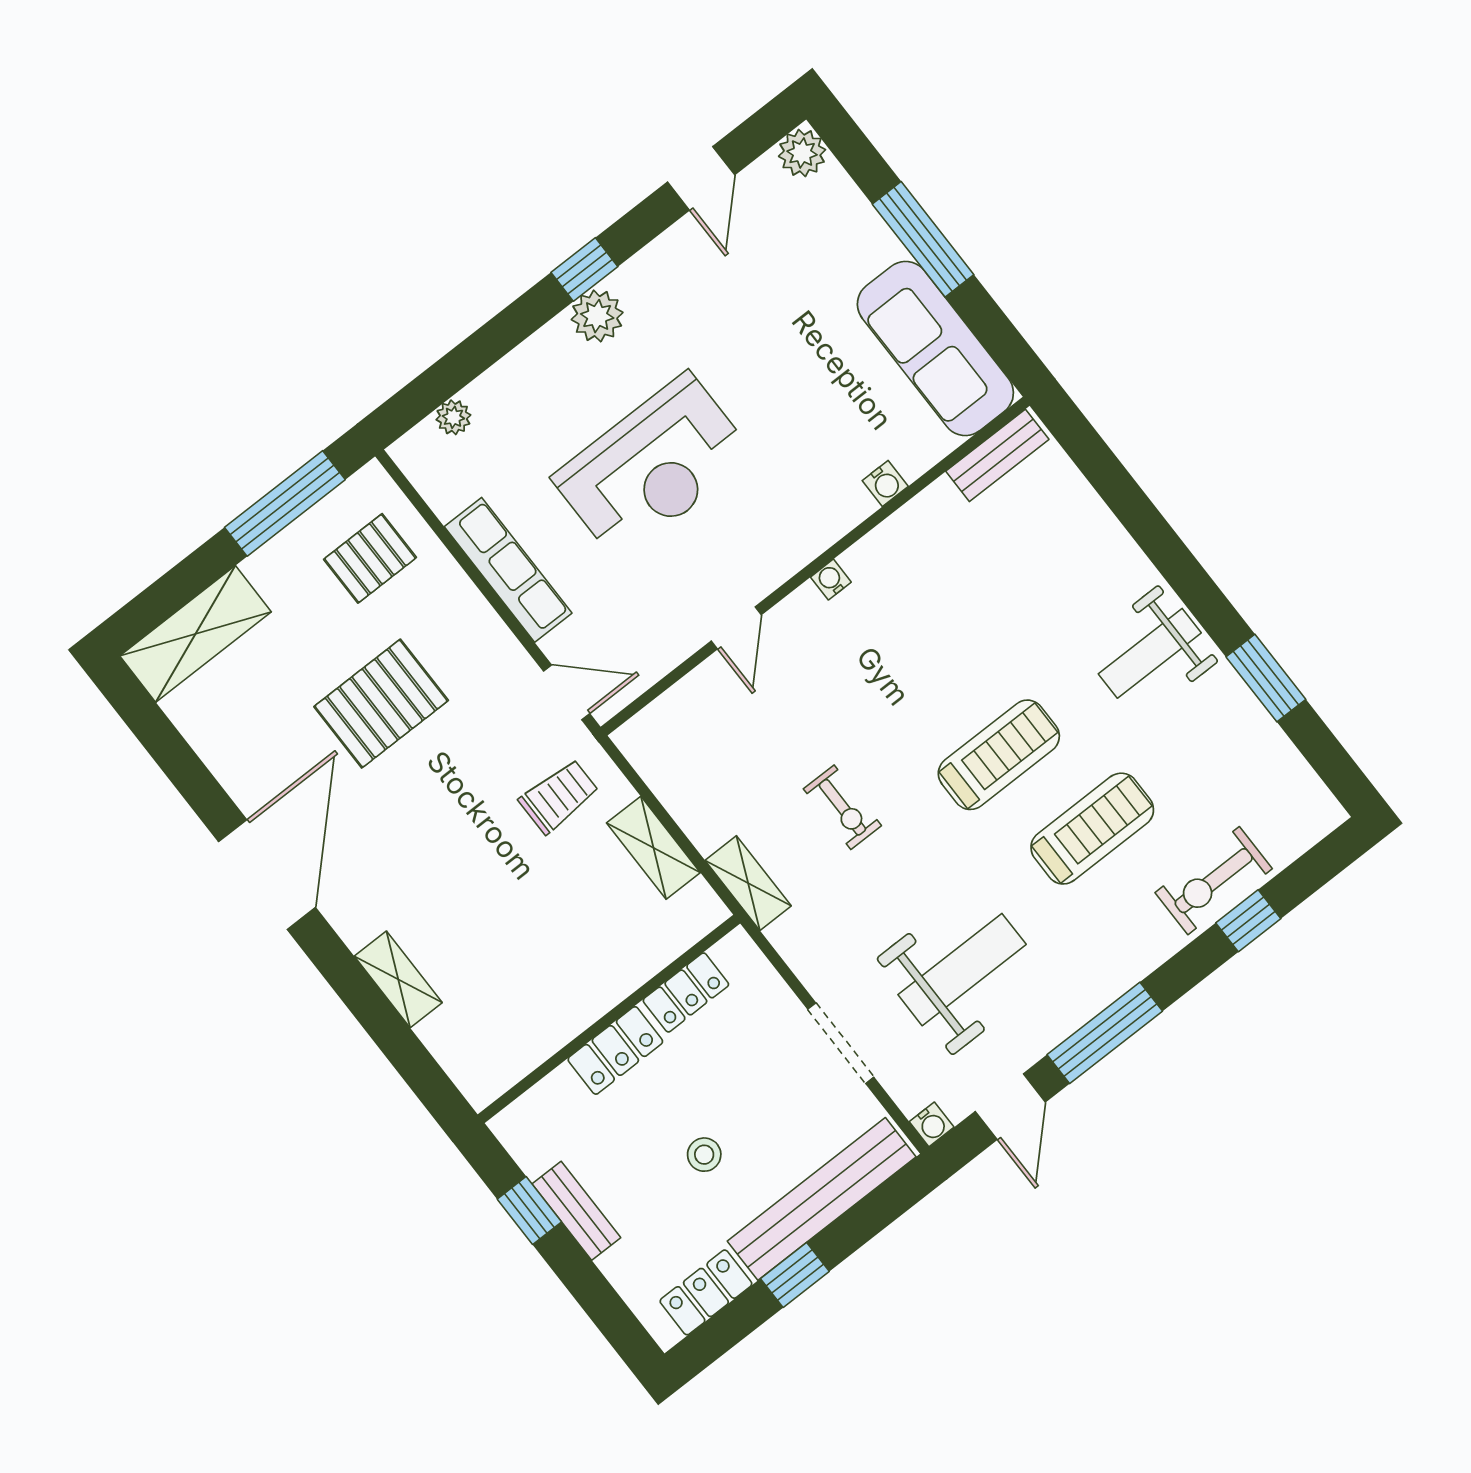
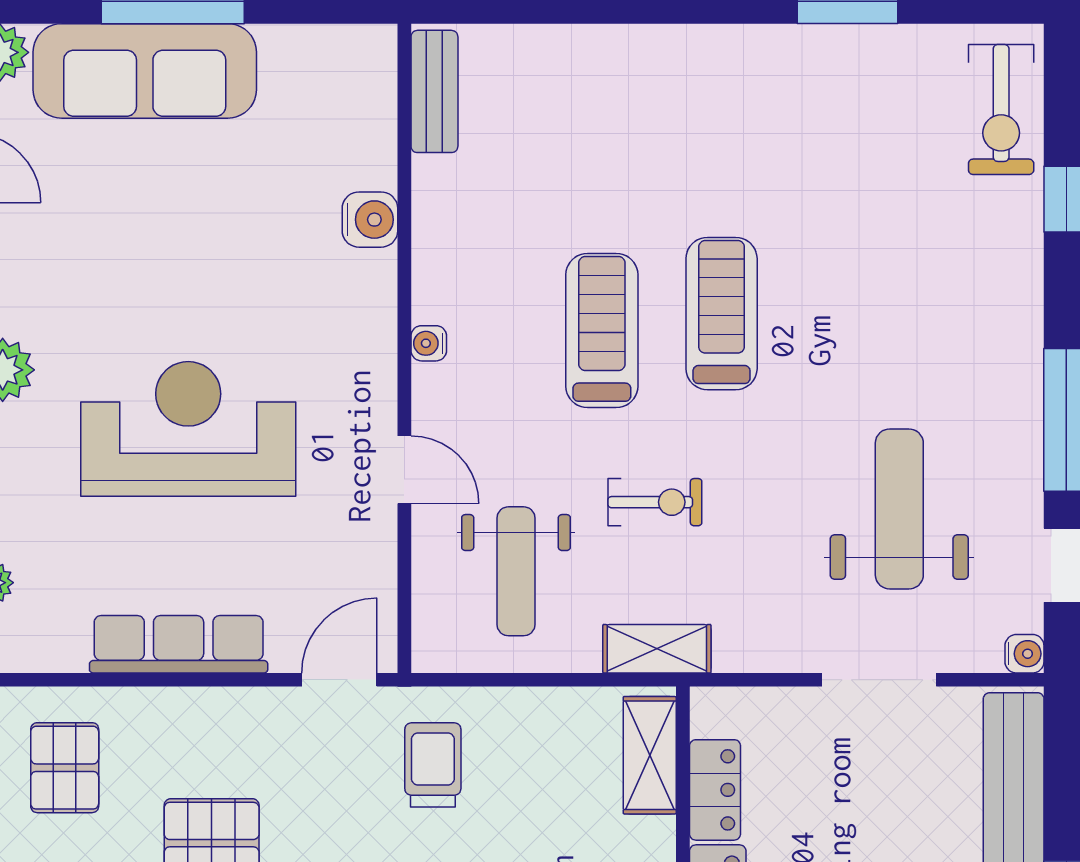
sofa: (935, 348) -> (145, 71), moved
reception desk: (653, 467) -> (188, 429), turned -90
water cooler: (885, 483) -> (370, 220), width x1.38, depth x1.38
weight bench: (1150, 653) -> (516, 571), moved
treadmill: (1092, 829) -> (602, 330), moved
shelving: (653, 848) -> (650, 755), moved, turned 90
exercise bike: (1214, 881) -> (1001, 110), moved

